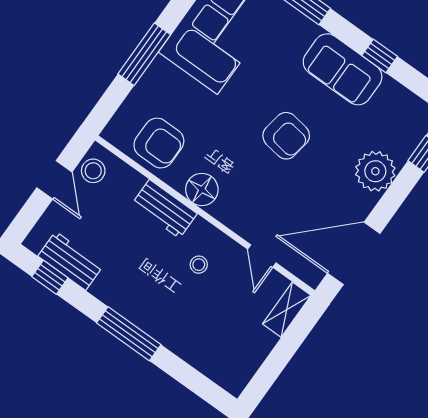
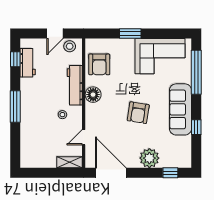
window: (144, 54) -> (130, 33), width x0.69
sofa: (343, 69) -> (180, 109), width x1.36
workbench: (164, 209) -> (75, 85), width x1.37

